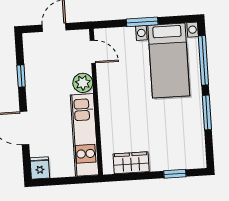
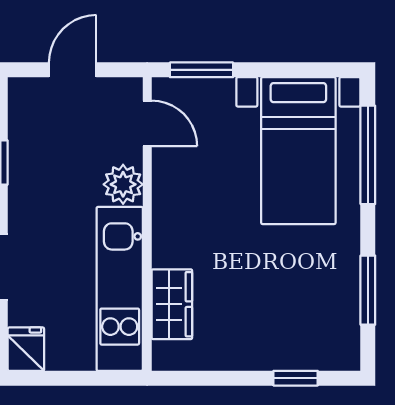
window: (142, 22) -> (202, 70), moved
window: (207, 113) -> (368, 290), moved
wardrobe: (131, 163) -> (172, 304), moved, turned 90

